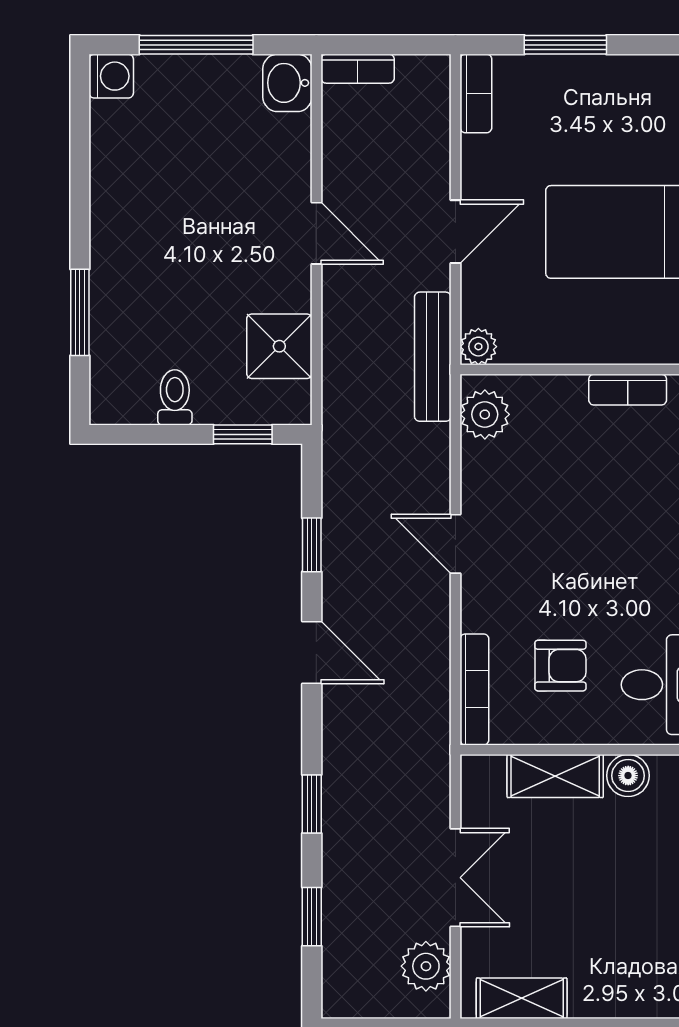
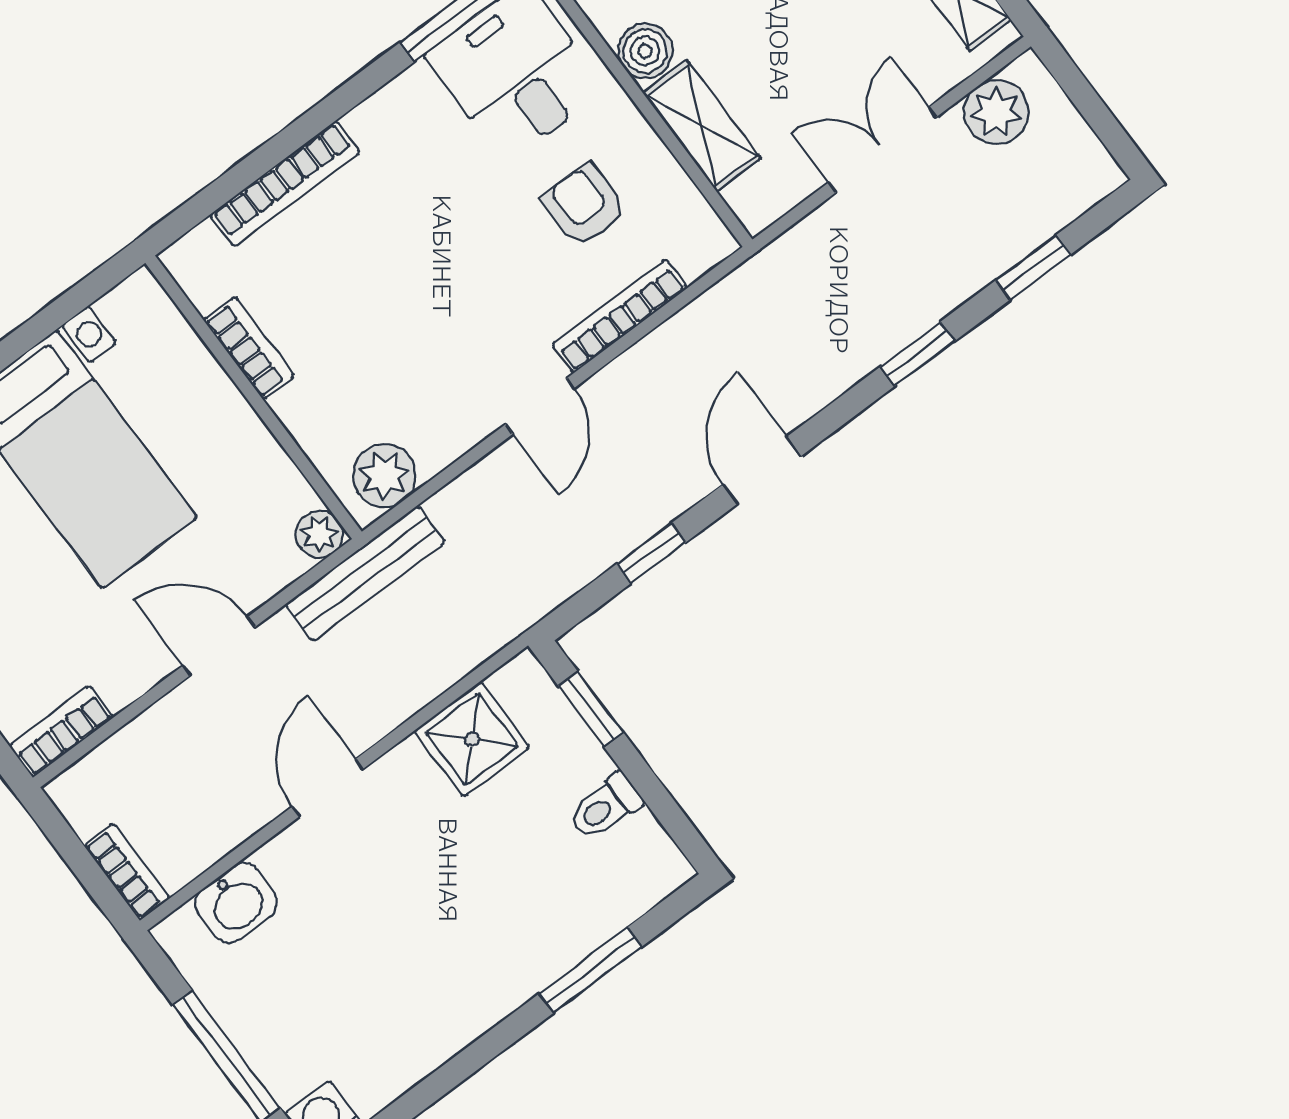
washbasin: (287, 83) -> (236, 903), moved
bookcase: (474, 689) -> (620, 316), moved

